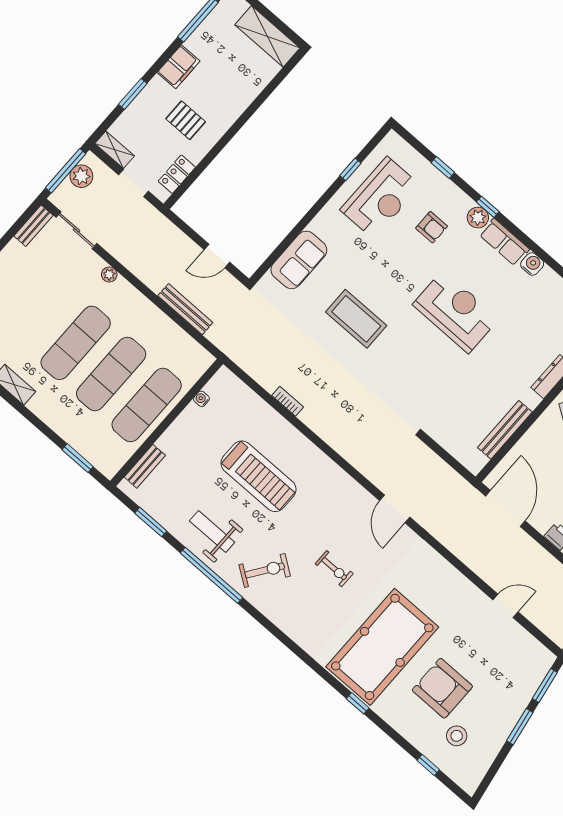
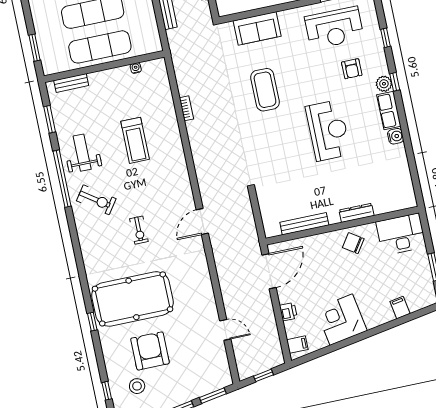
treadmill: (258, 476) -> (135, 140), width x0.73, depth x0.73

